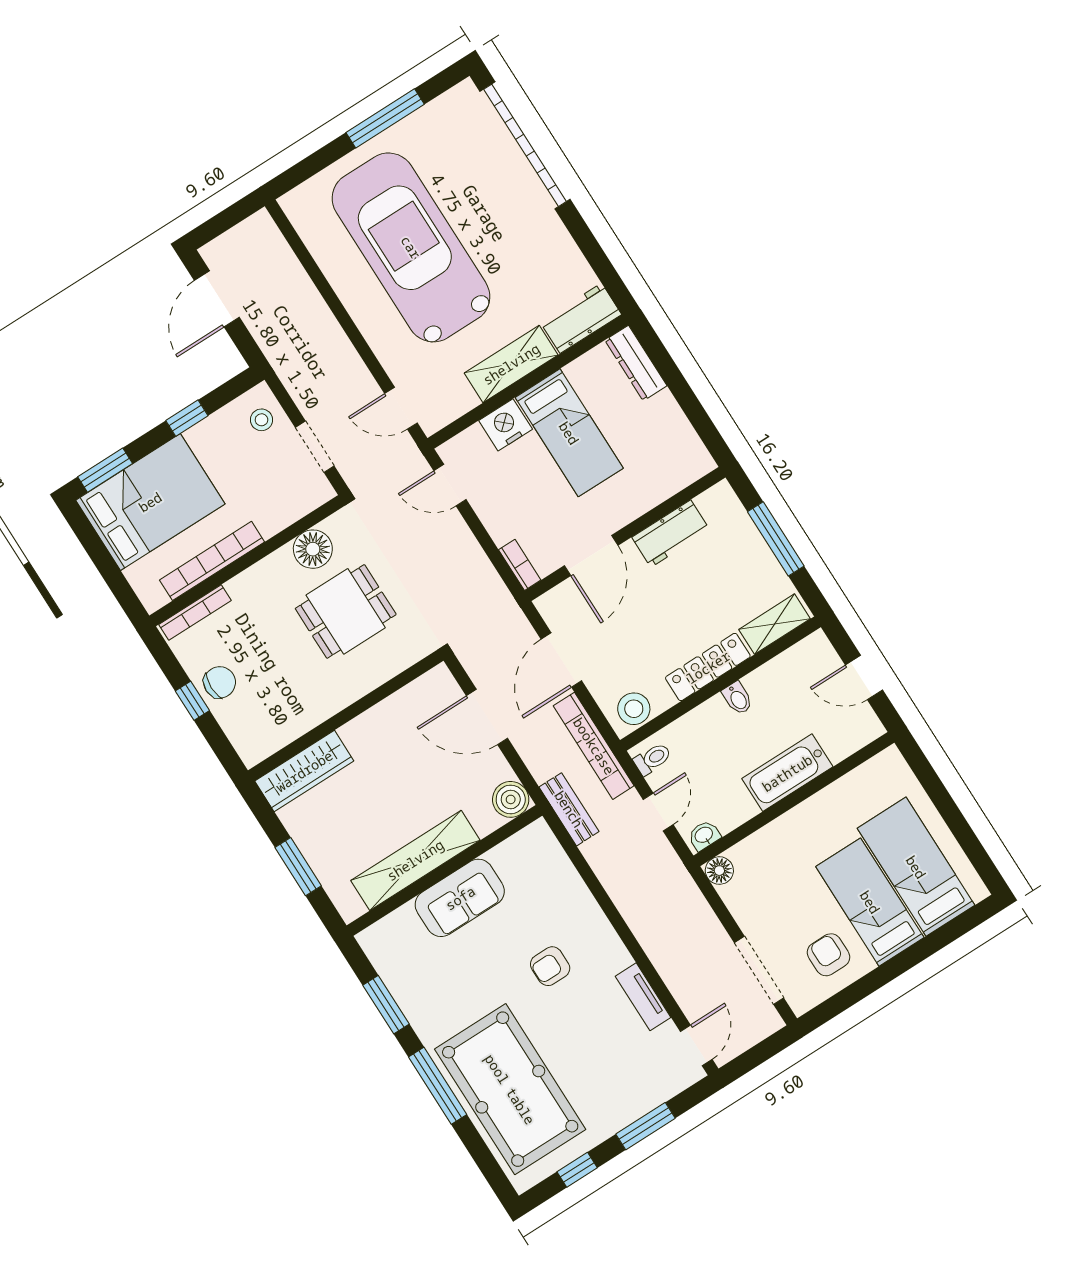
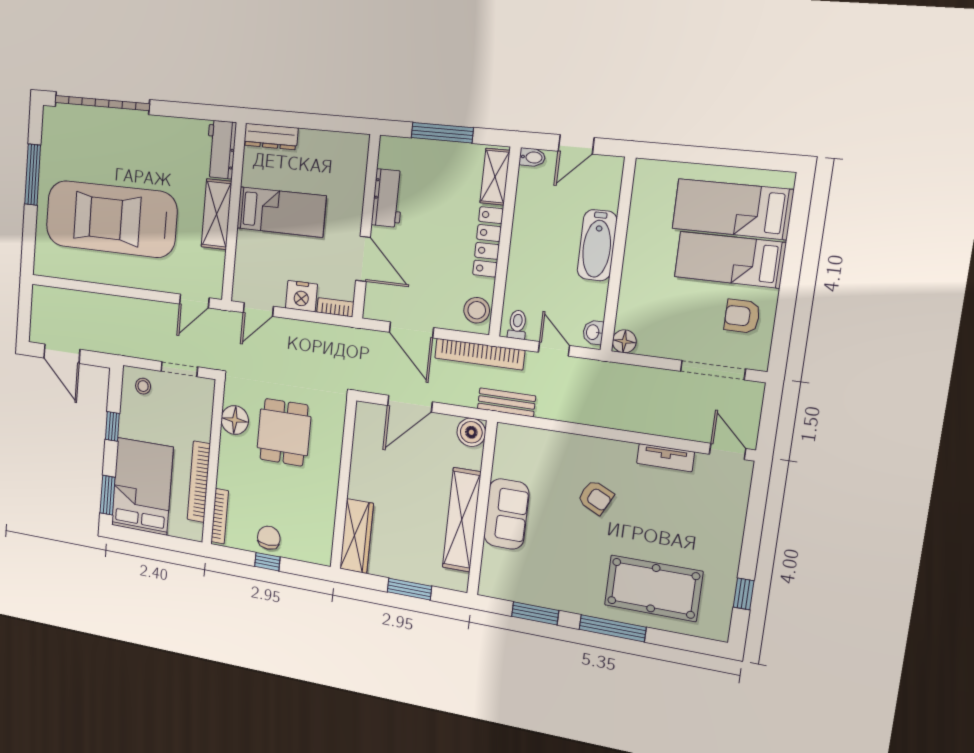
nightstand: (506, 425) -> (301, 296), moved, turned -90
bidet: (737, 698) -> (532, 157), moved
armchair: (550, 966) -> (596, 497), turned -64
pool table: (510, 1089) -> (653, 588), width x0.73, depth x0.76
window: (646, 1126) -> (753, 528), removed

